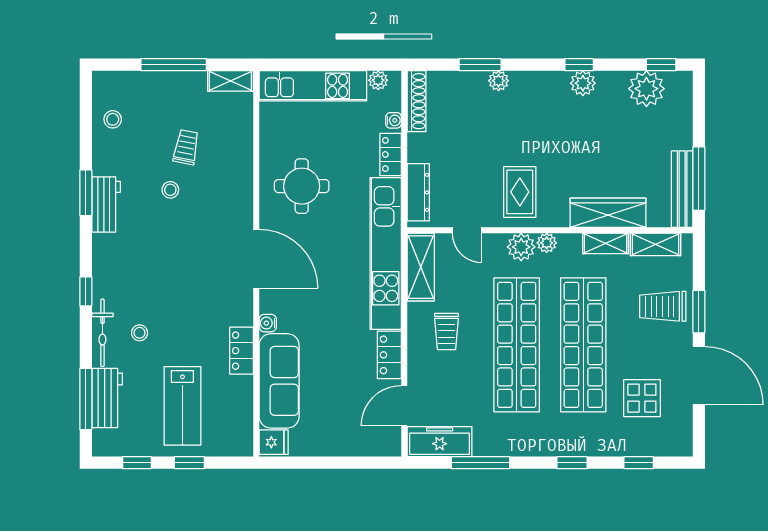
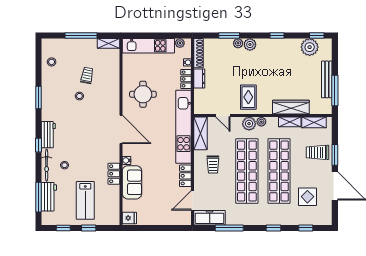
plant: (583, 83) -> (250, 44), moved
bench: (682, 189) -> (327, 79), moved
dresser: (418, 192) -> (199, 78), moved, width x0.70
workbench: (106, 204) -> (48, 135), moved
sofa: (279, 381) -> (132, 182), width x0.73

